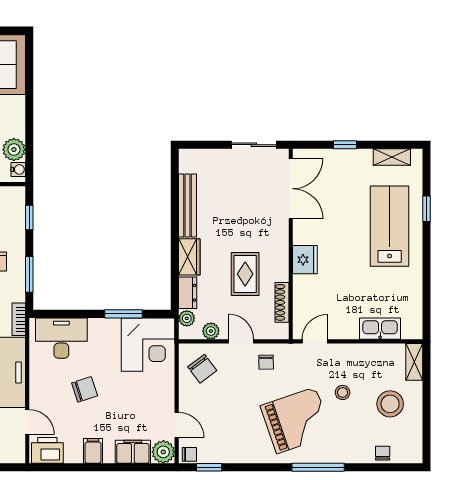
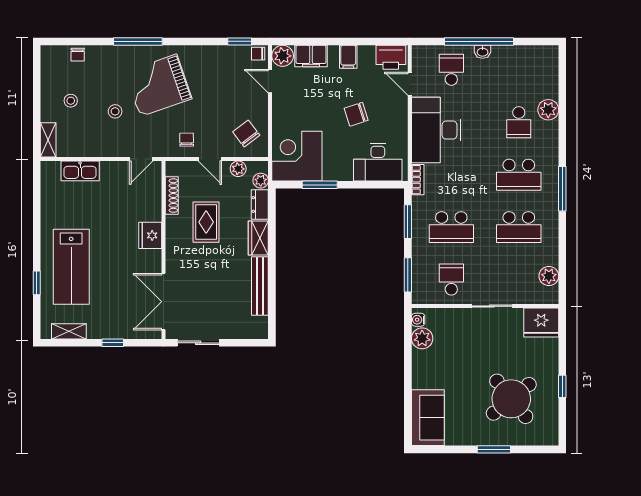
window: (29, 217) -> (408, 275), width x1.50
stool: (390, 404) -> (71, 101), width x0.53, depth x0.53

